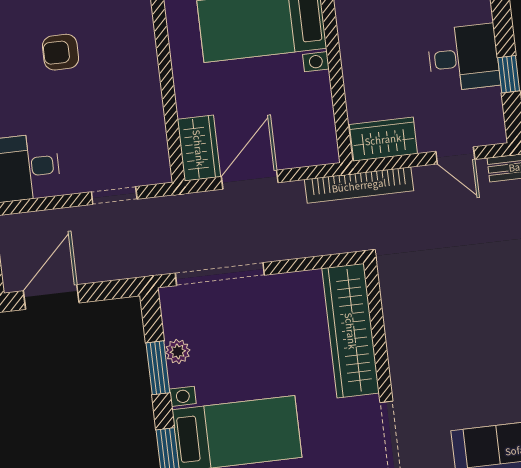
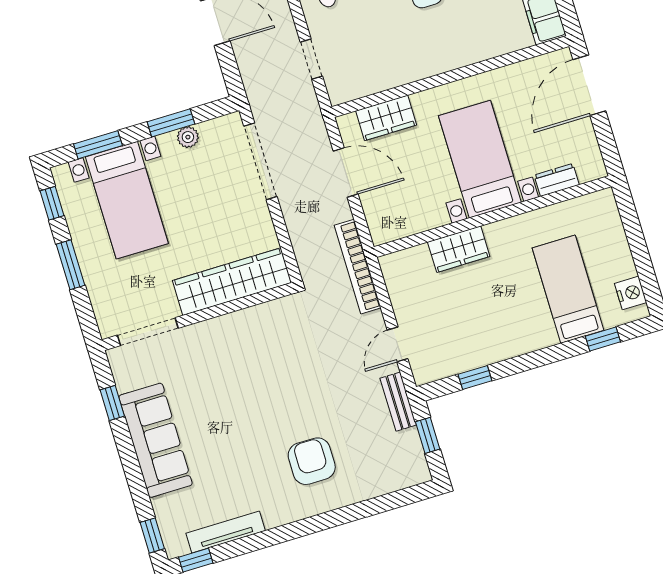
desk: (463, 58) -> (482, 336), removed
wardrobe: (383, 139) -> (459, 249), moved, turned 90
wardrobe: (199, 148) -> (386, 118), moved

